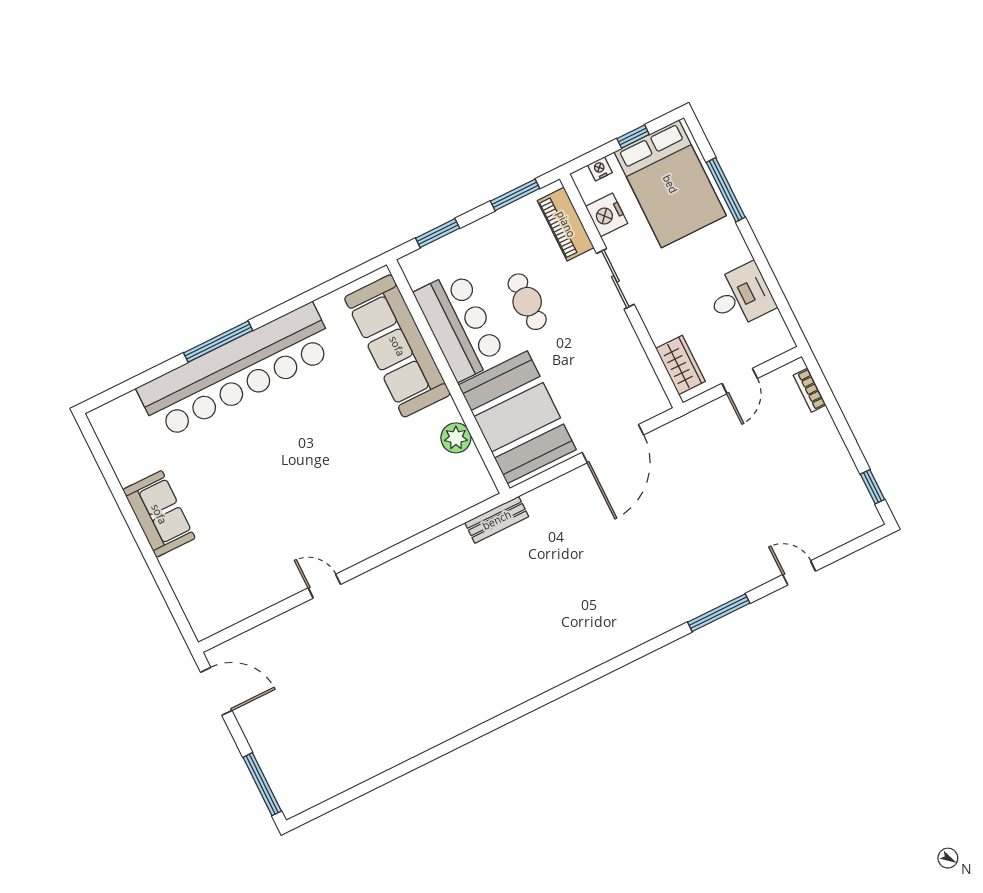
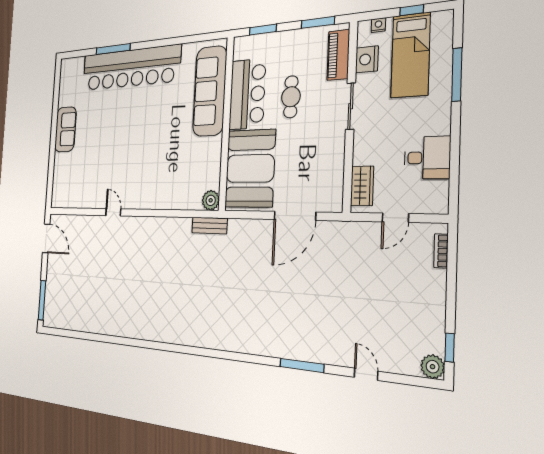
bed: (670, 184) -> (410, 55), width x0.67
window: (218, 342) -> (113, 49), moved
plant: (456, 438) -> (211, 200), moved
plant: (866, 518) -> (433, 367), added

